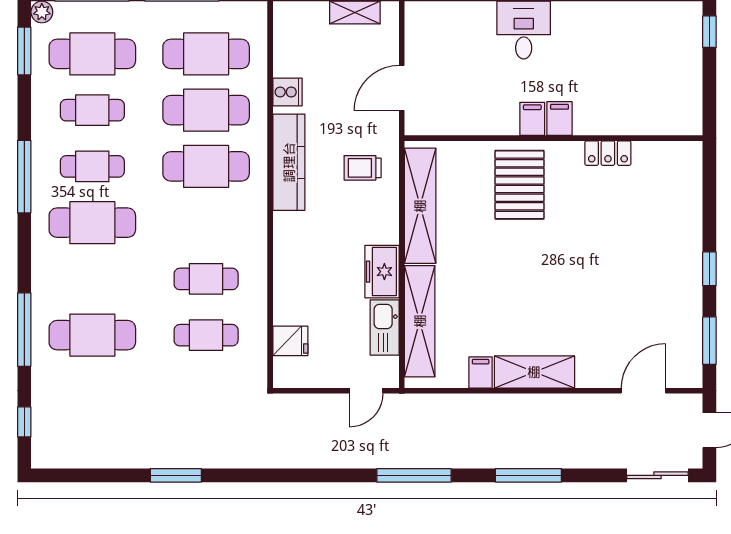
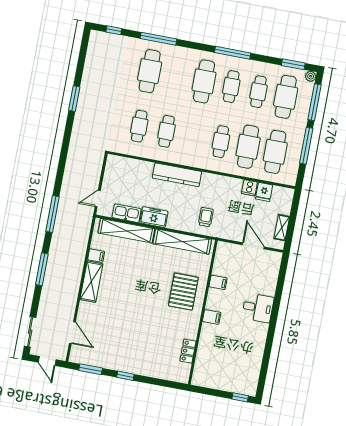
door: (402, 88) -> (253, 246), moved
filing cabinet: (532, 119) -> (218, 282), moved
locker: (608, 153) -> (188, 351), moved
kitchen counter: (289, 162) -> (177, 175), moved
cafe table: (206, 166) -> (221, 142), width x0.73, depth x0.74
pallet: (520, 185) -> (183, 292), turned 90
fridge: (290, 341) -> (264, 192), moved
door: (366, 391) -> (98, 199), hinge flipped

